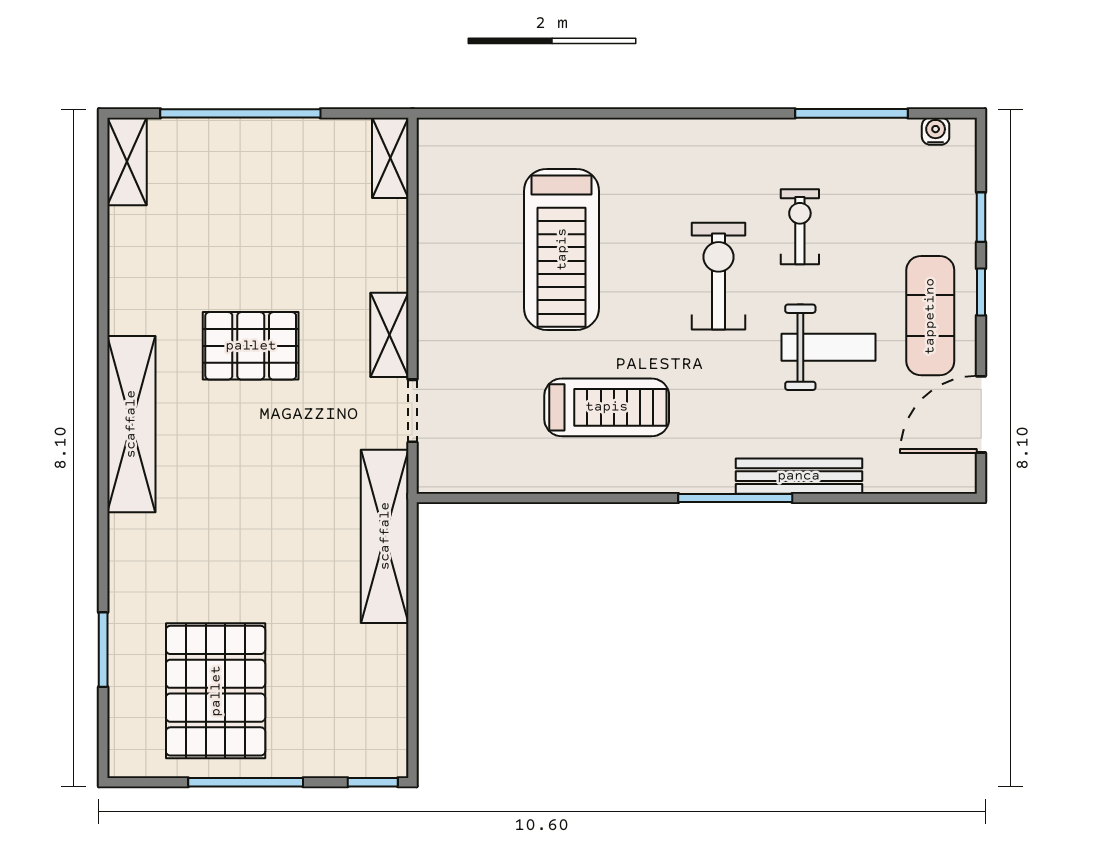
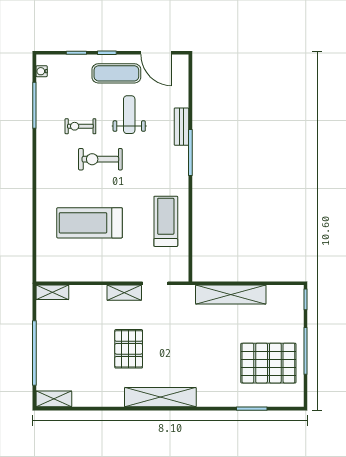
treadmill: (562, 249) -> (90, 223), turned 180
treadmill: (607, 407) -> (166, 221), moved
bench: (799, 476) -> (181, 127), width x0.73
shelving: (385, 536) -> (231, 295), moved

